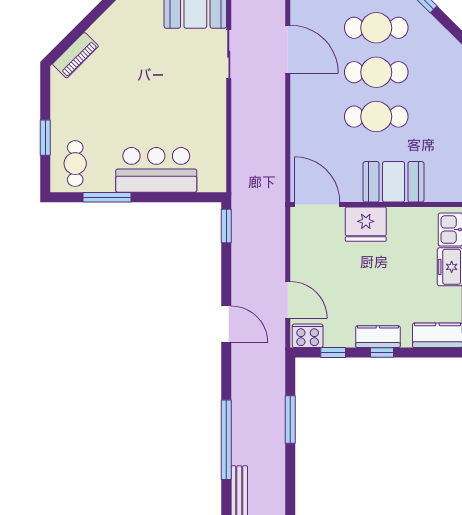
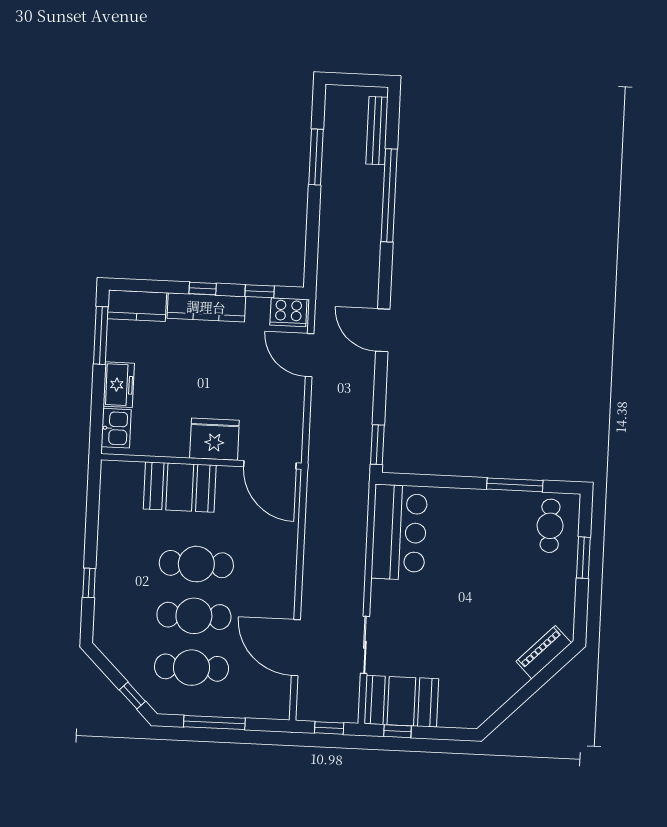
bar counter: (156, 170) -> (399, 532), moved, turned -90
kitchen counter: (378, 337) -> (206, 307), width x1.50
window: (290, 419) -> (316, 157), moved

